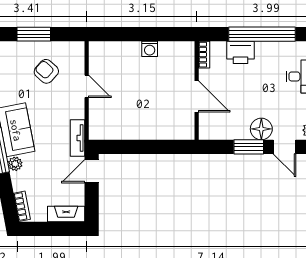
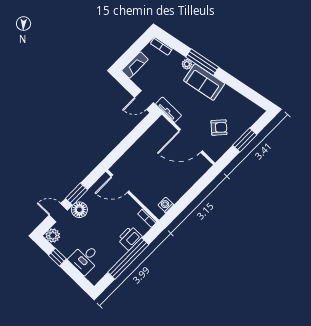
washing machine: (150, 49) -> (166, 205), moved
door: (87, 86) -> (191, 141), width x1.87
door: (197, 96) -> (120, 184), moved
door: (92, 171) -> (144, 100), swing flipped

